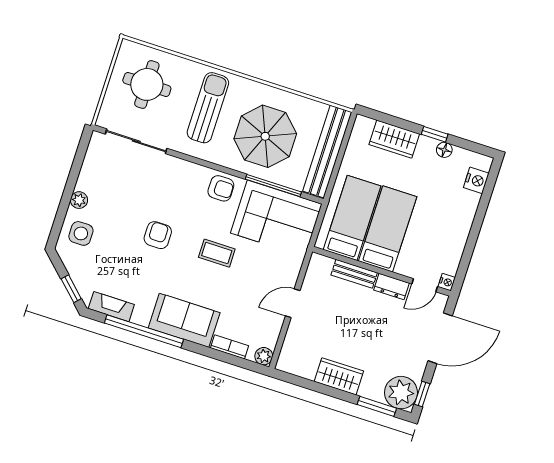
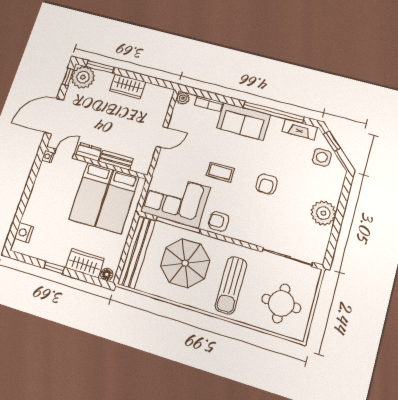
floor lamp: (444, 150) -> (107, 274), moved
plant: (79, 200) -> (323, 213), width x1.87, depth x1.87
side table: (81, 233) -> (322, 157), moved

